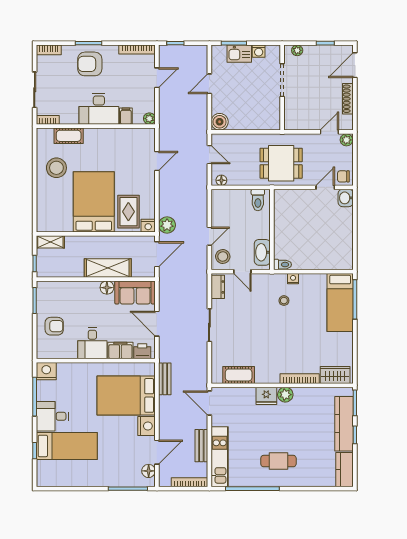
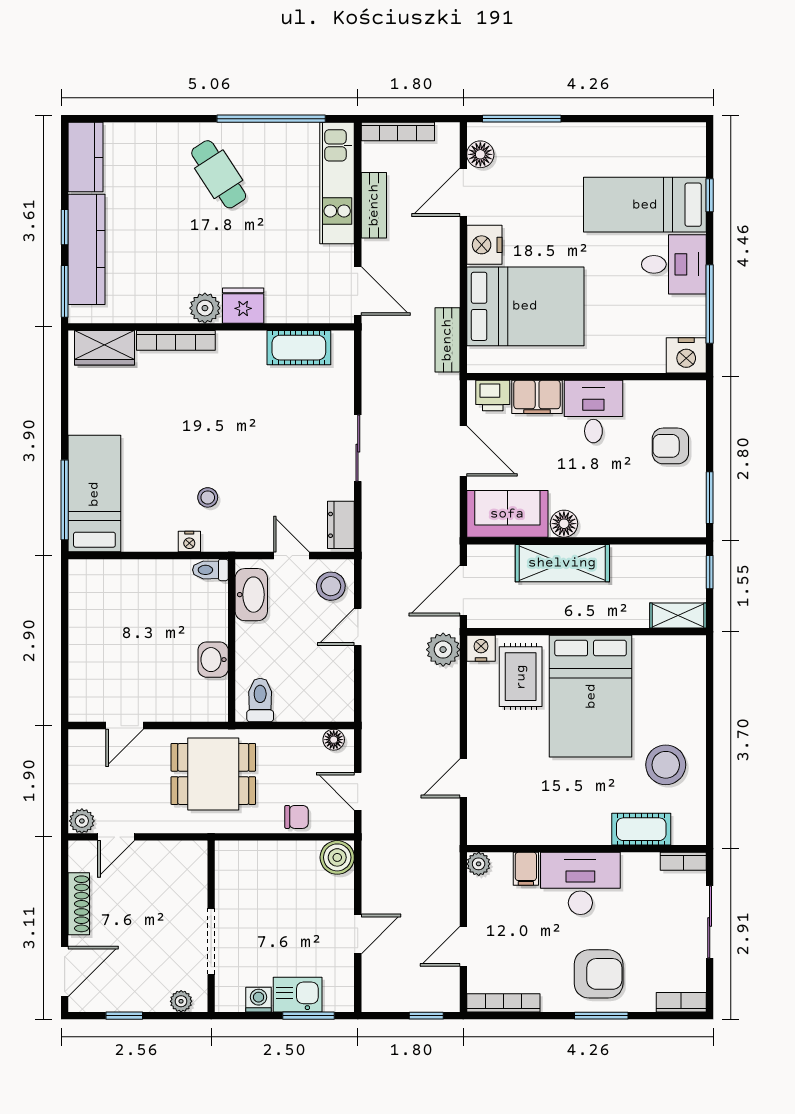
chair: (343, 176) -> (297, 817), moved
washbasin: (346, 198) -> (213, 660), moved, turned 180
cafe table: (278, 461) -> (219, 174), turned 57

